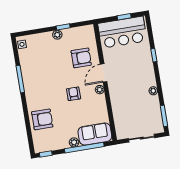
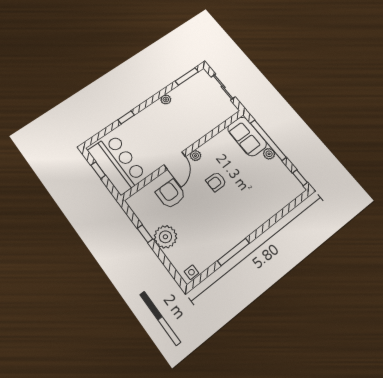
plant: (57, 35) -> (165, 237), width x1.87, depth x1.87
door: (104, 73) -> (175, 161), hinge flipped
armchair: (42, 119) -> (265, 202), removed

